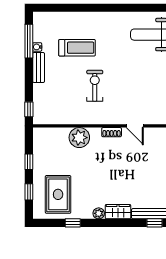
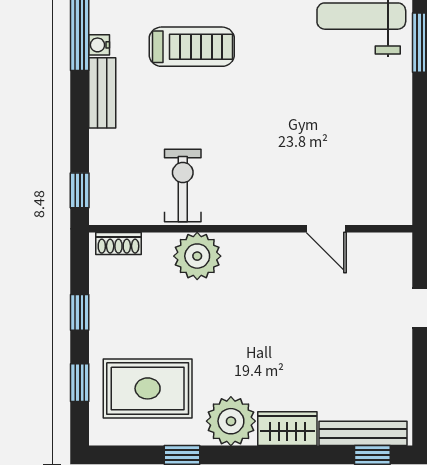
exercise bike: (95, 86) -> (183, 186), moved
shoe rack: (112, 132) -> (118, 243), moved
rug: (58, 194) -> (148, 388), turned 90
plant: (99, 213) -> (231, 421), width x1.88, depth x1.88

